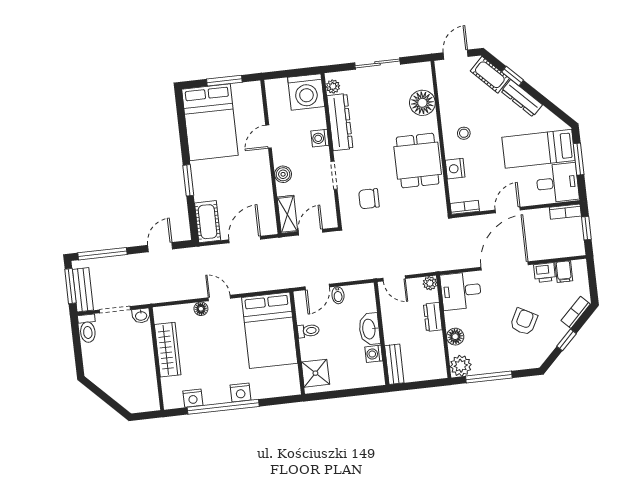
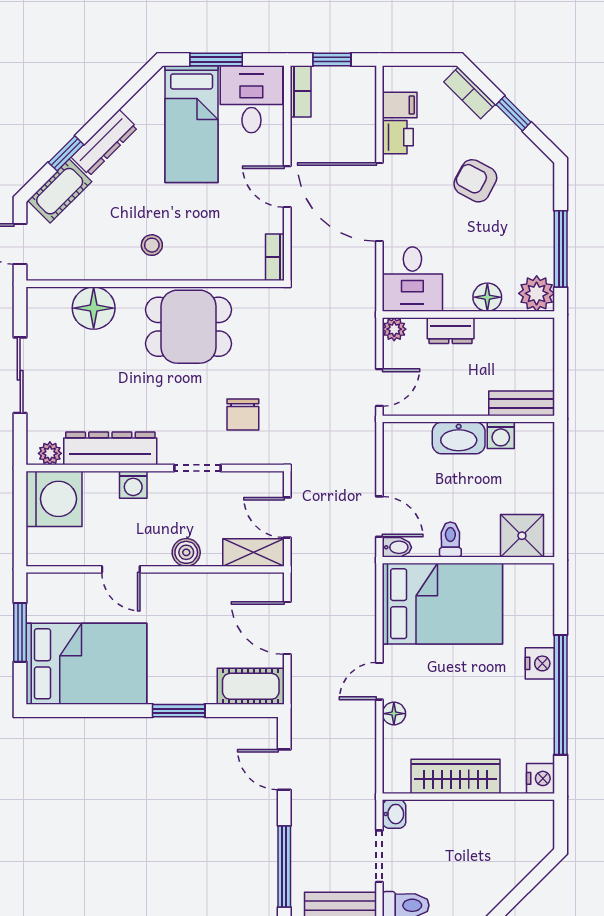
nightstand: (455, 169) -> (209, 266), removed
bidet: (338, 295) -> (397, 547), moved
nightstand: (193, 398) -> (541, 778), moved

